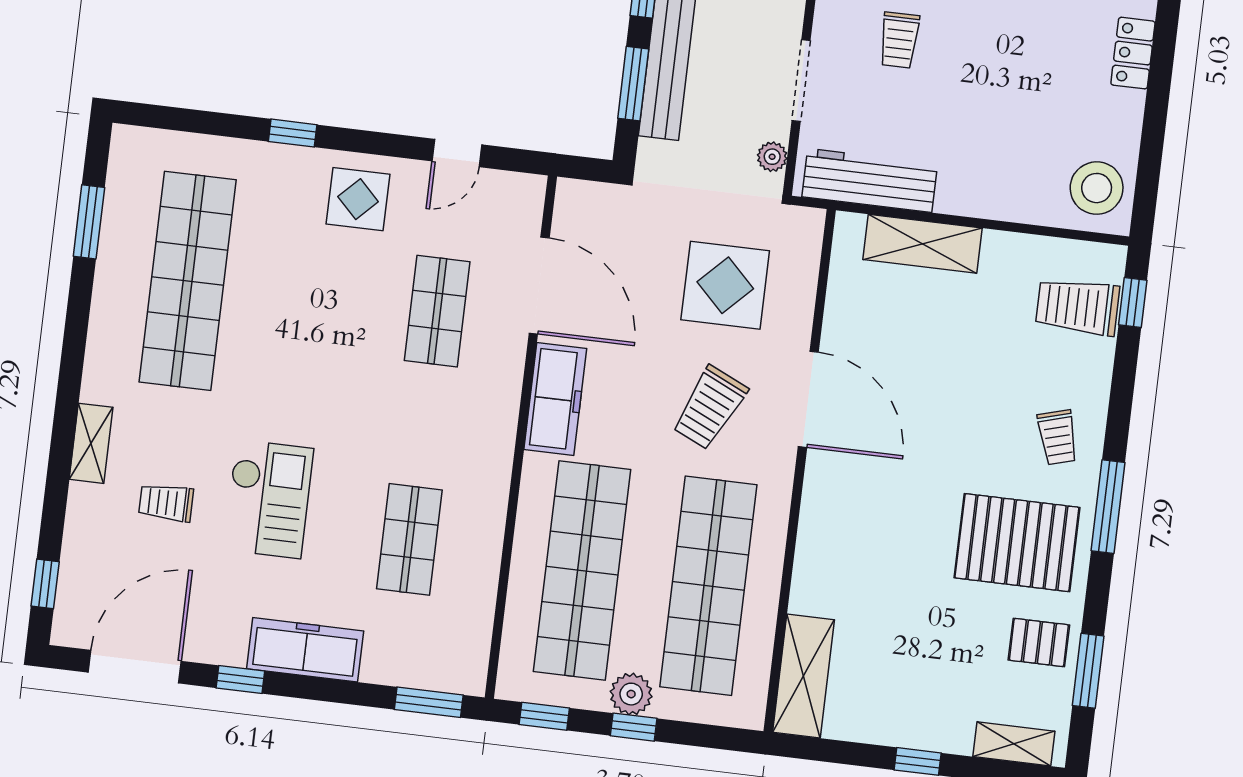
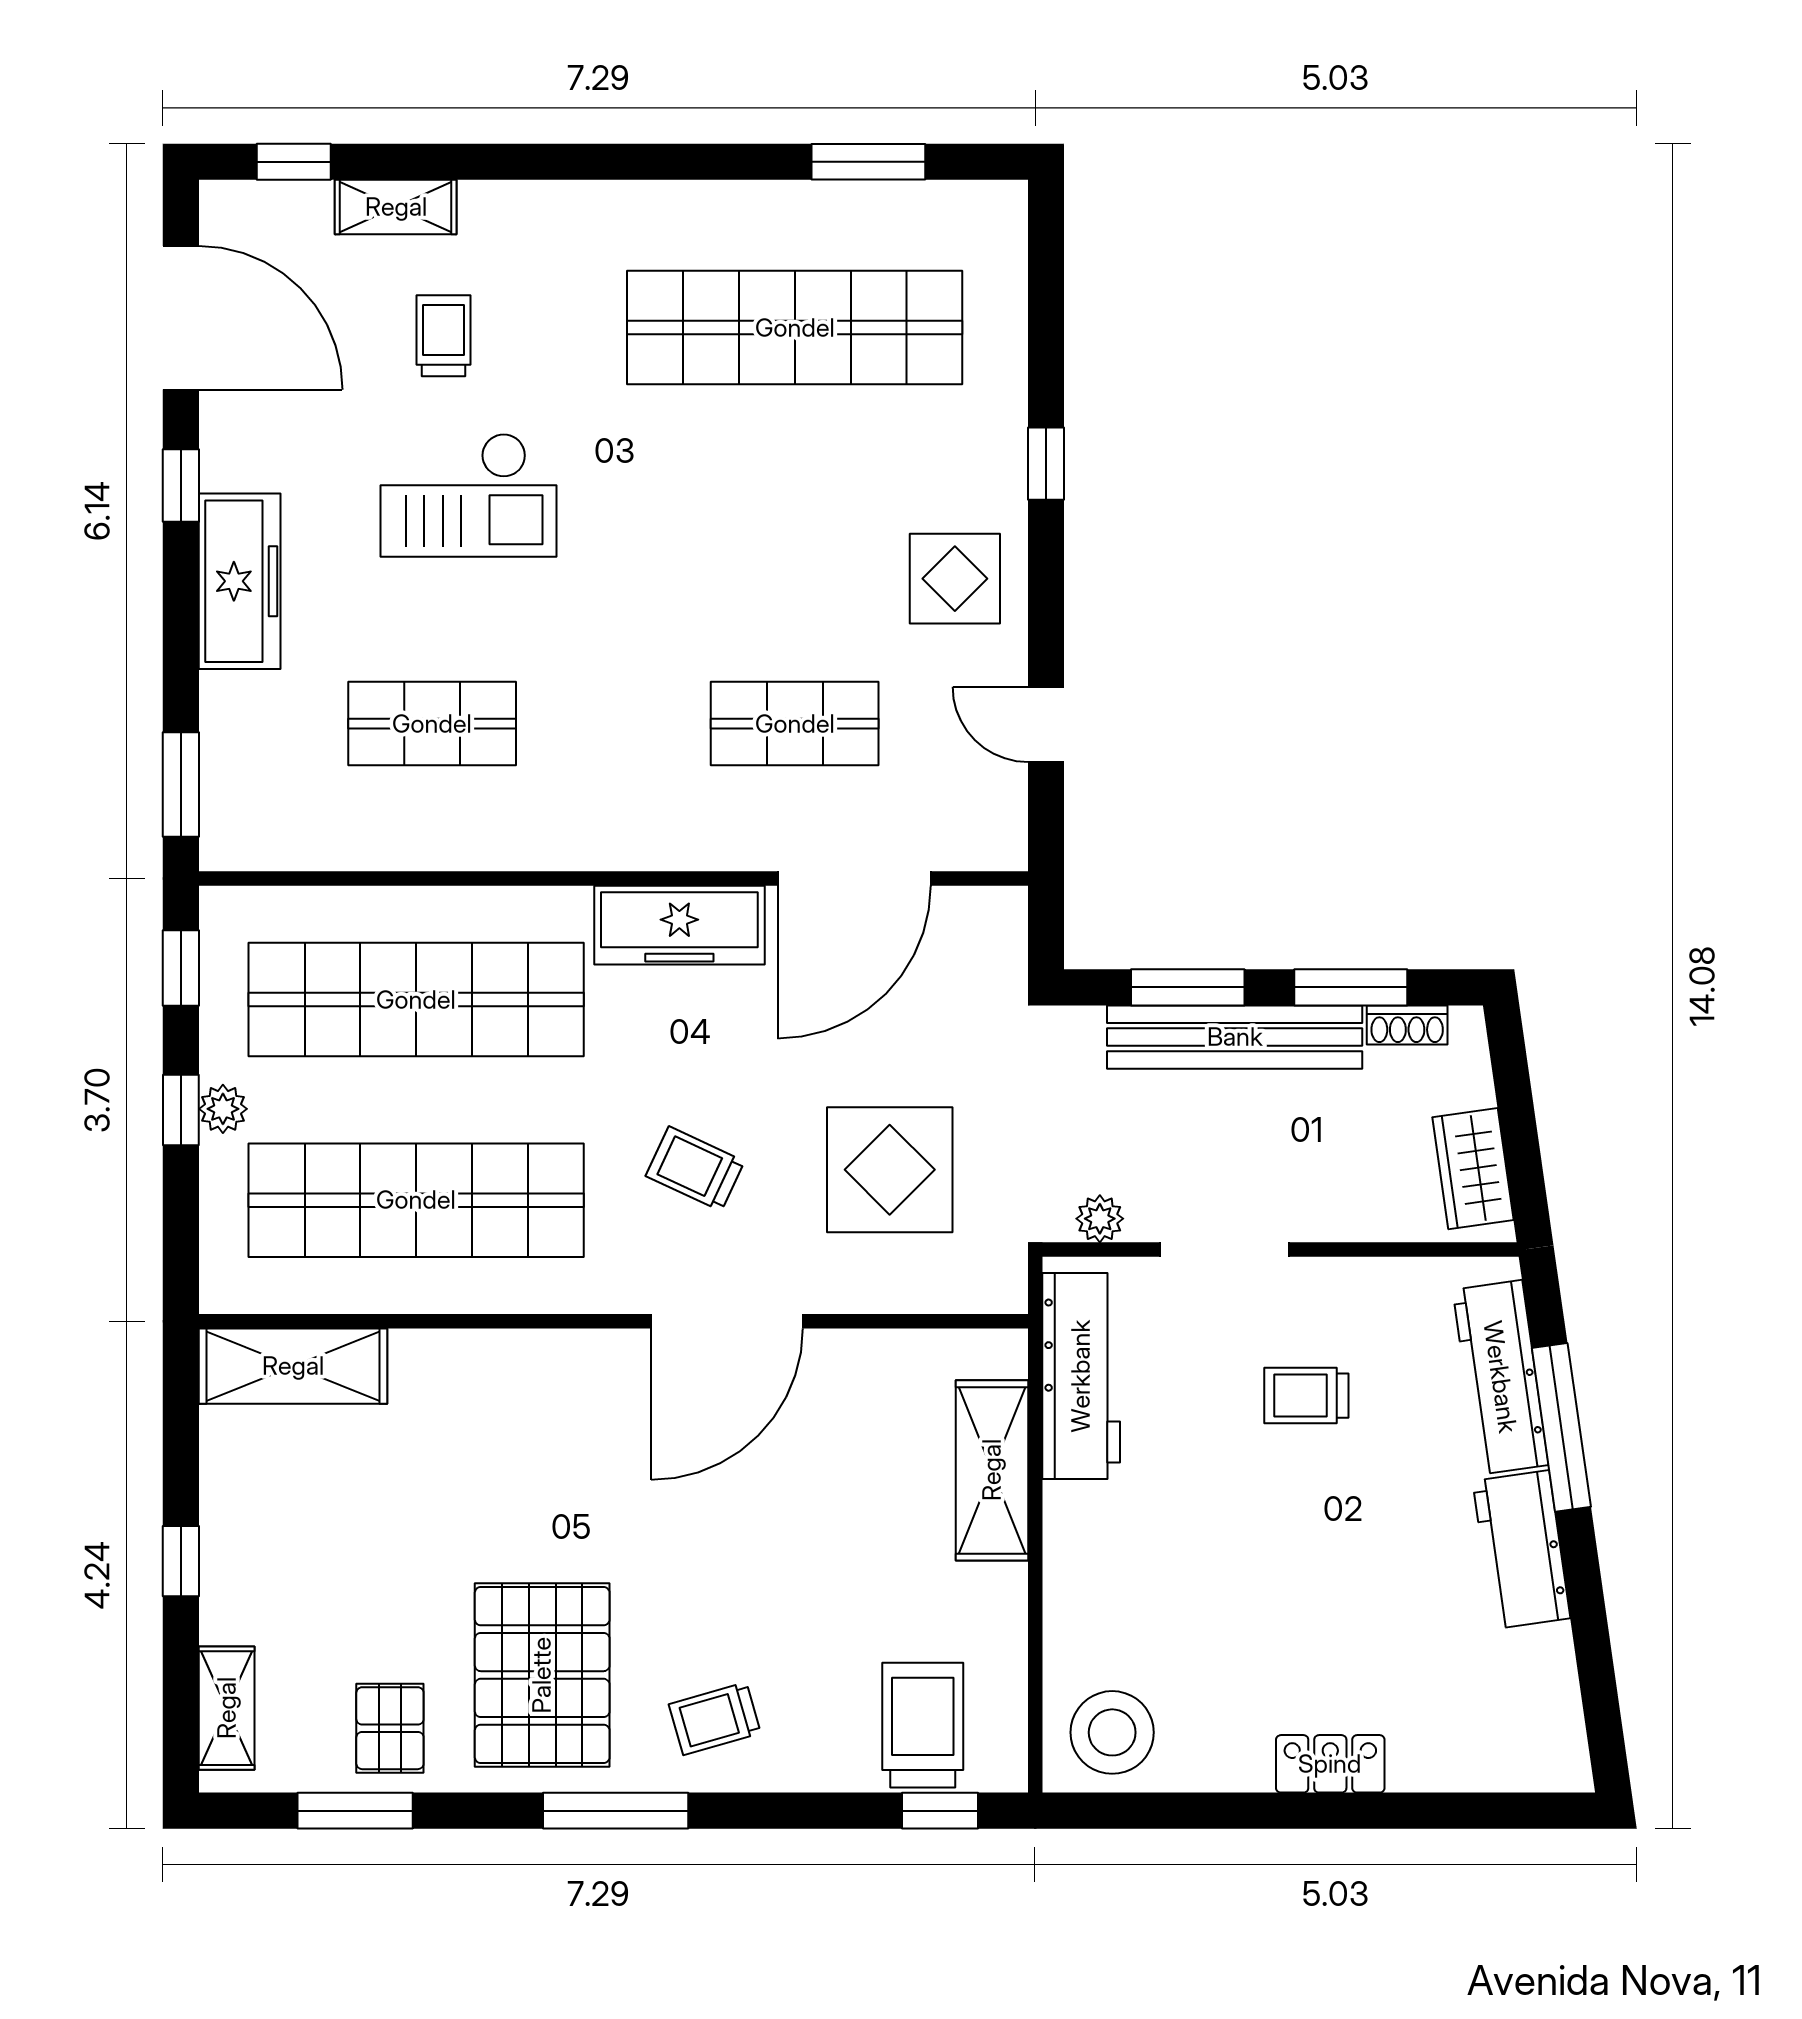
trolley: (710, 408) -> (695, 1169), width x0.73, depth x0.72
shelving: (91, 443) -> (396, 207), moved
plant: (631, 694) -> (223, 1109), width x0.73, depth x0.73

